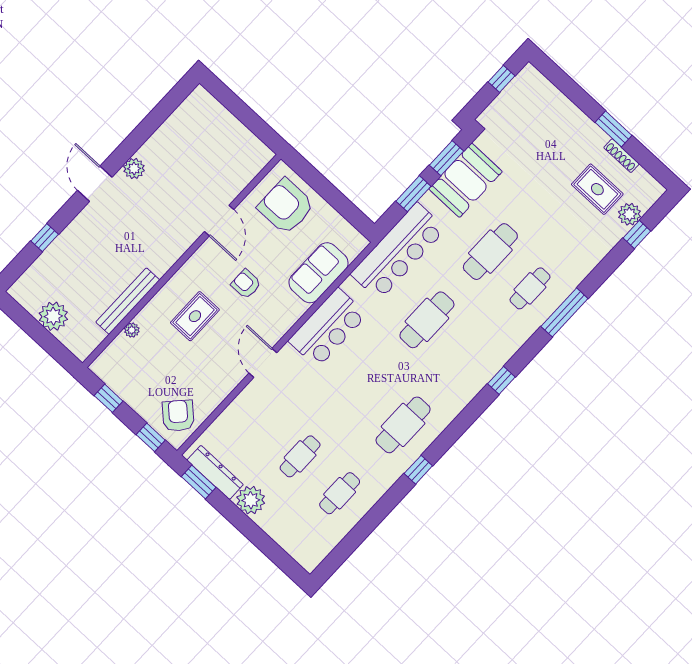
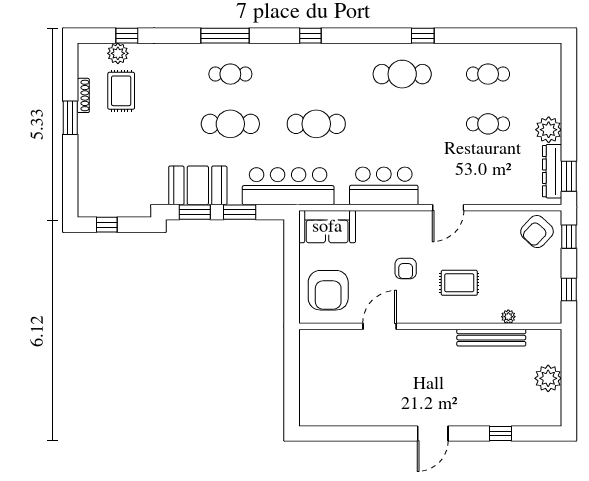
plant: (134, 169) -> (398, 417), removed
sofa: (319, 273) -> (327, 227), moved

